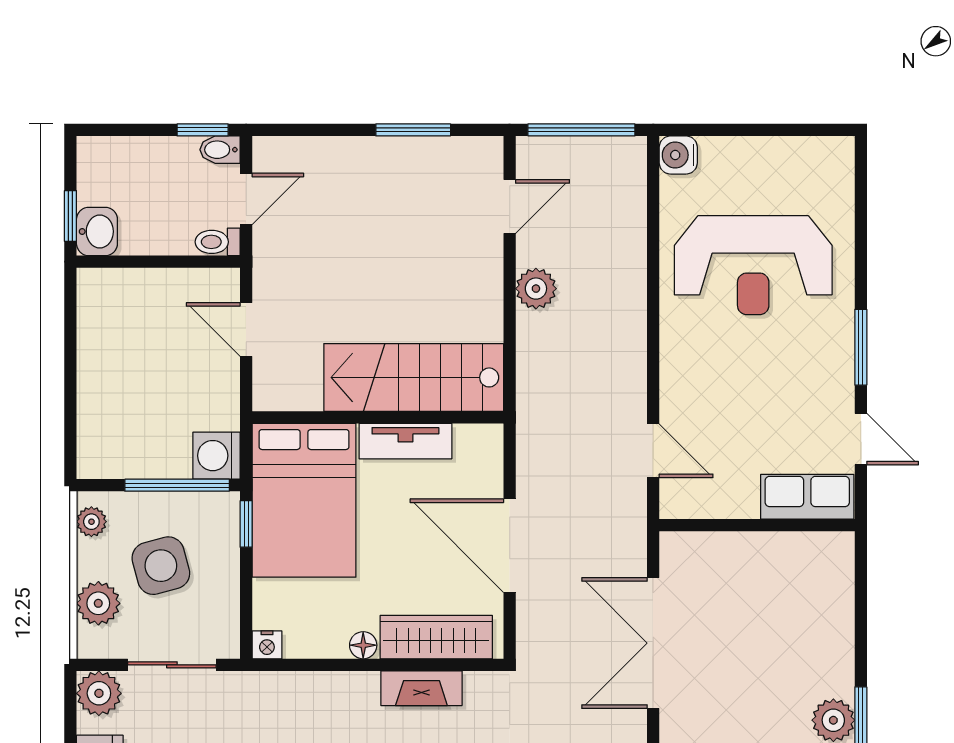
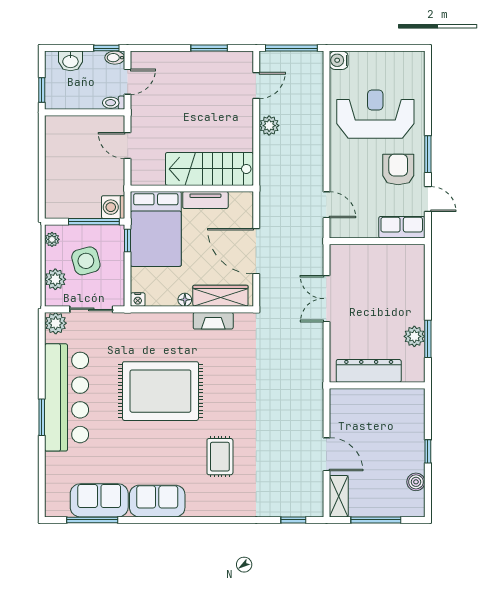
washbasin: (97, 231) -> (70, 61), moved, turned 90
reception desk: (753, 265) -> (375, 114), turned 180
armchair: (800, 378) -> (398, 169), added
double door: (653, 643) -> (326, 299), width x0.73

